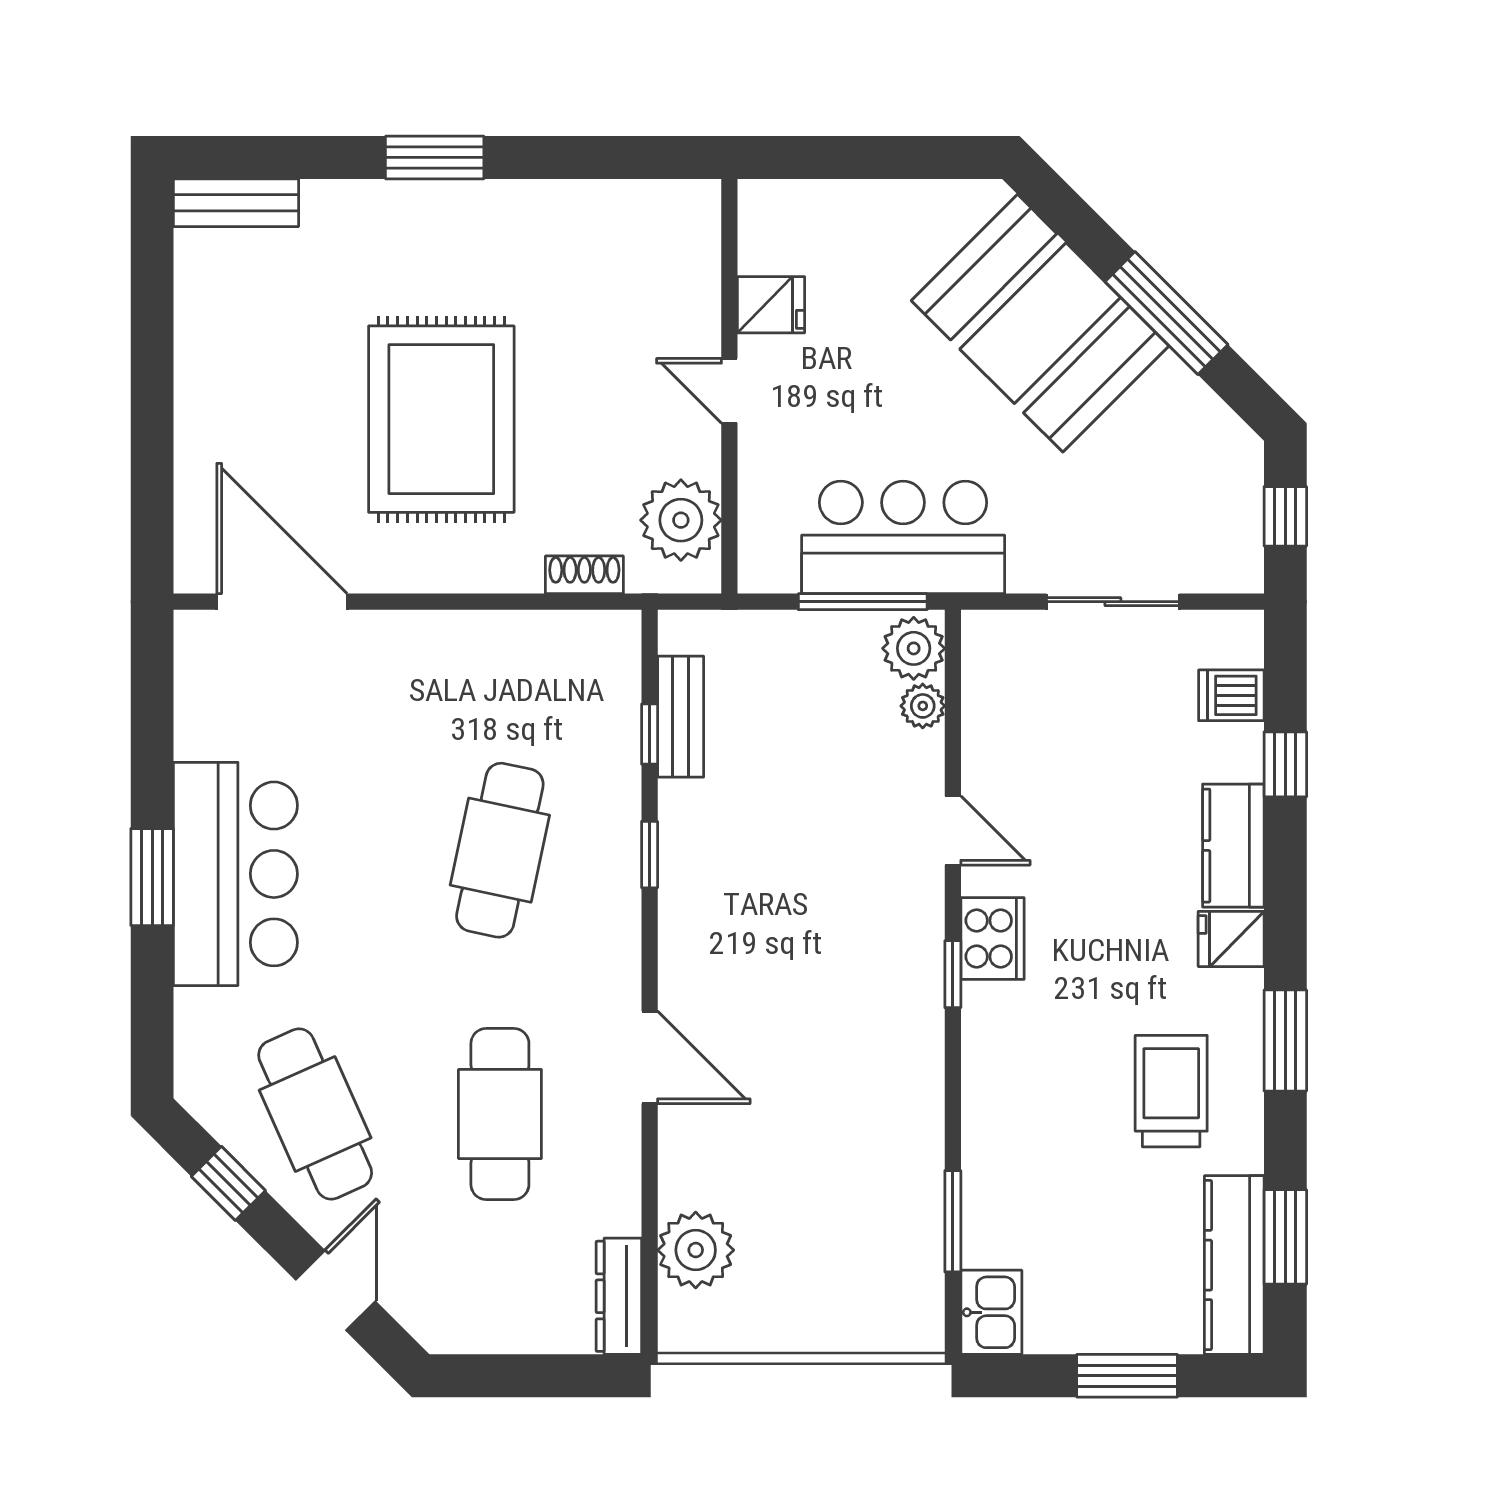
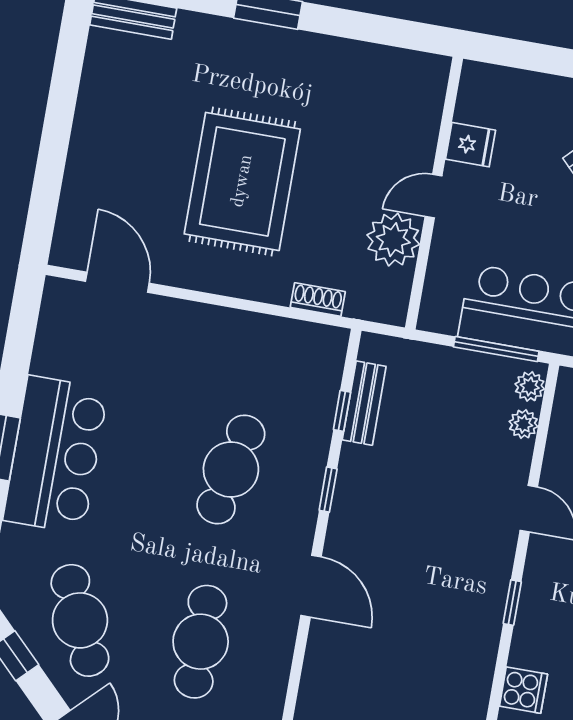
door: (729, 391) -> (434, 196), hinge flipped
plant: (681, 520) -> (393, 240), moved
door: (282, 602) -> (117, 282), width x0.73
plant: (914, 648) -> (530, 386), width x0.73, depth x0.73
cooker: (992, 939) -> (523, 690), moved, width x0.73
door: (650, 1057) -> (311, 586), moved

